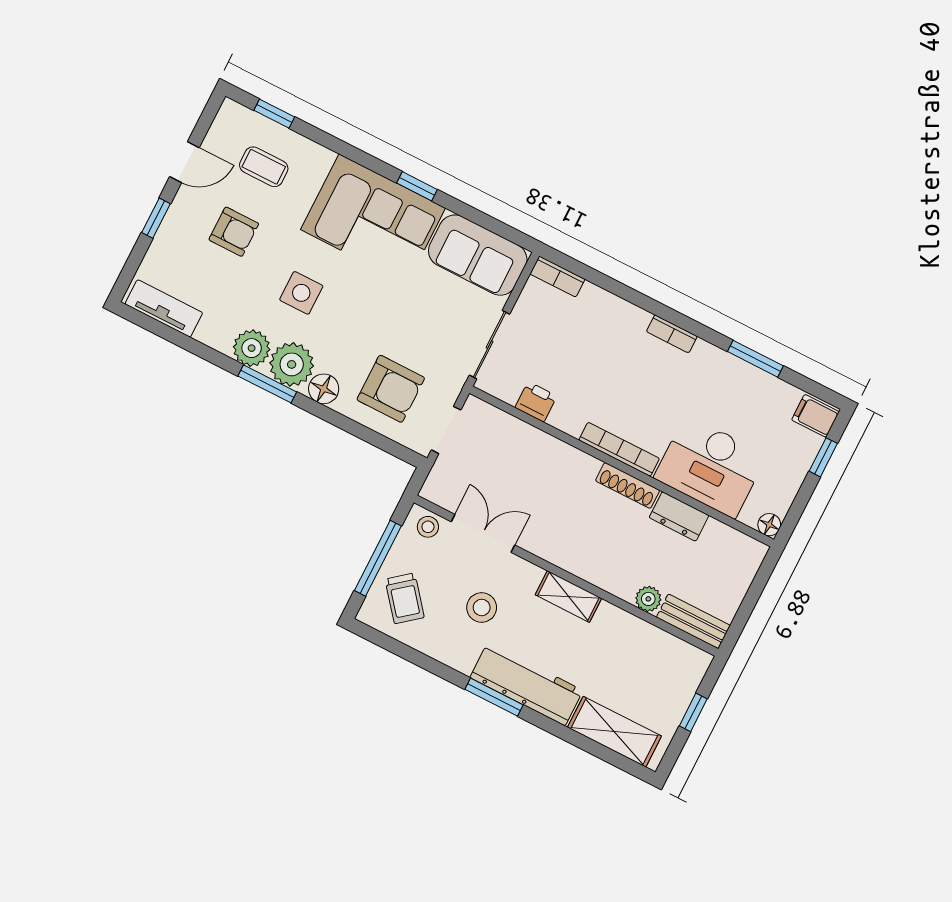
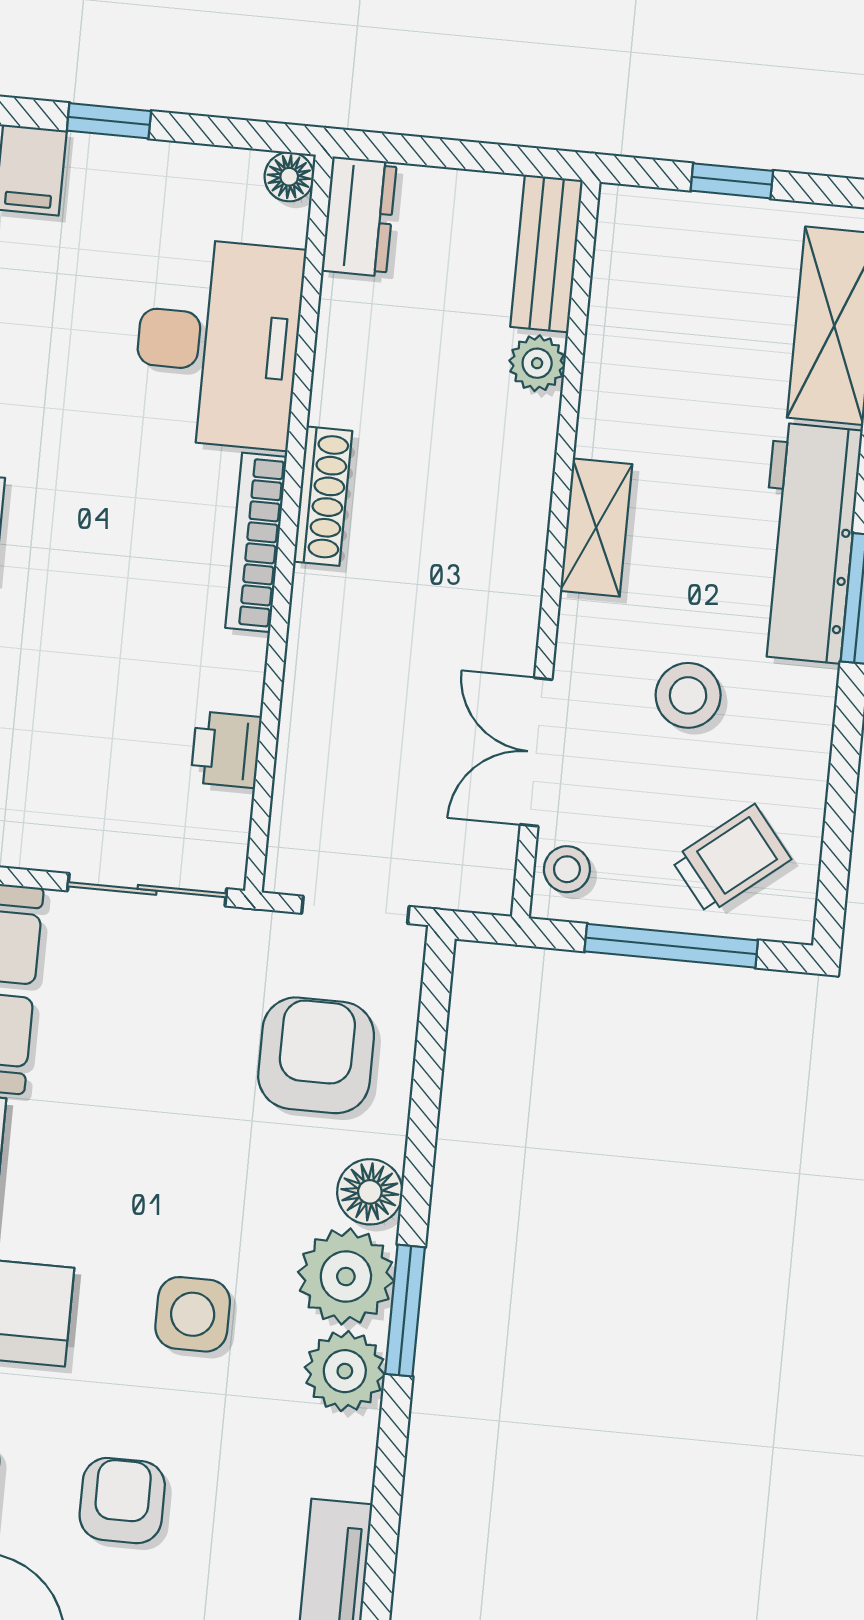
dresser: (679, 516) -> (359, 217), moved

